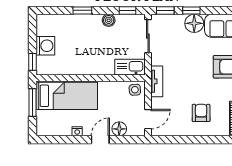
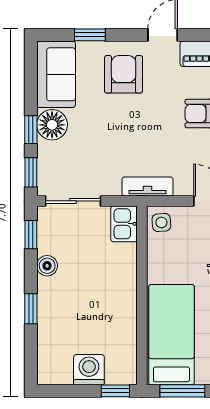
kitchen sink: (130, 67) -> (124, 224), width x0.73

